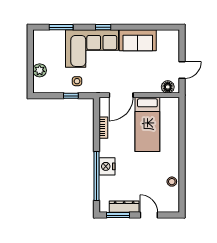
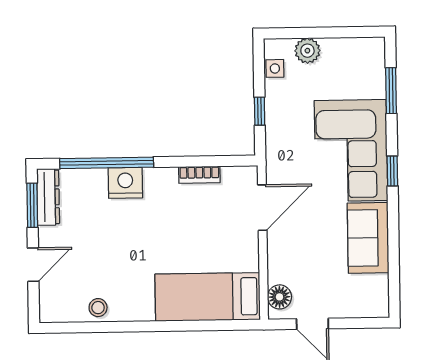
side table: (77, 81) -> (275, 68), moved
door: (121, 95) -> (262, 208), swing flipped
bed: (147, 124) -> (208, 297), moved
dresser: (124, 207) -> (48, 197), moved

